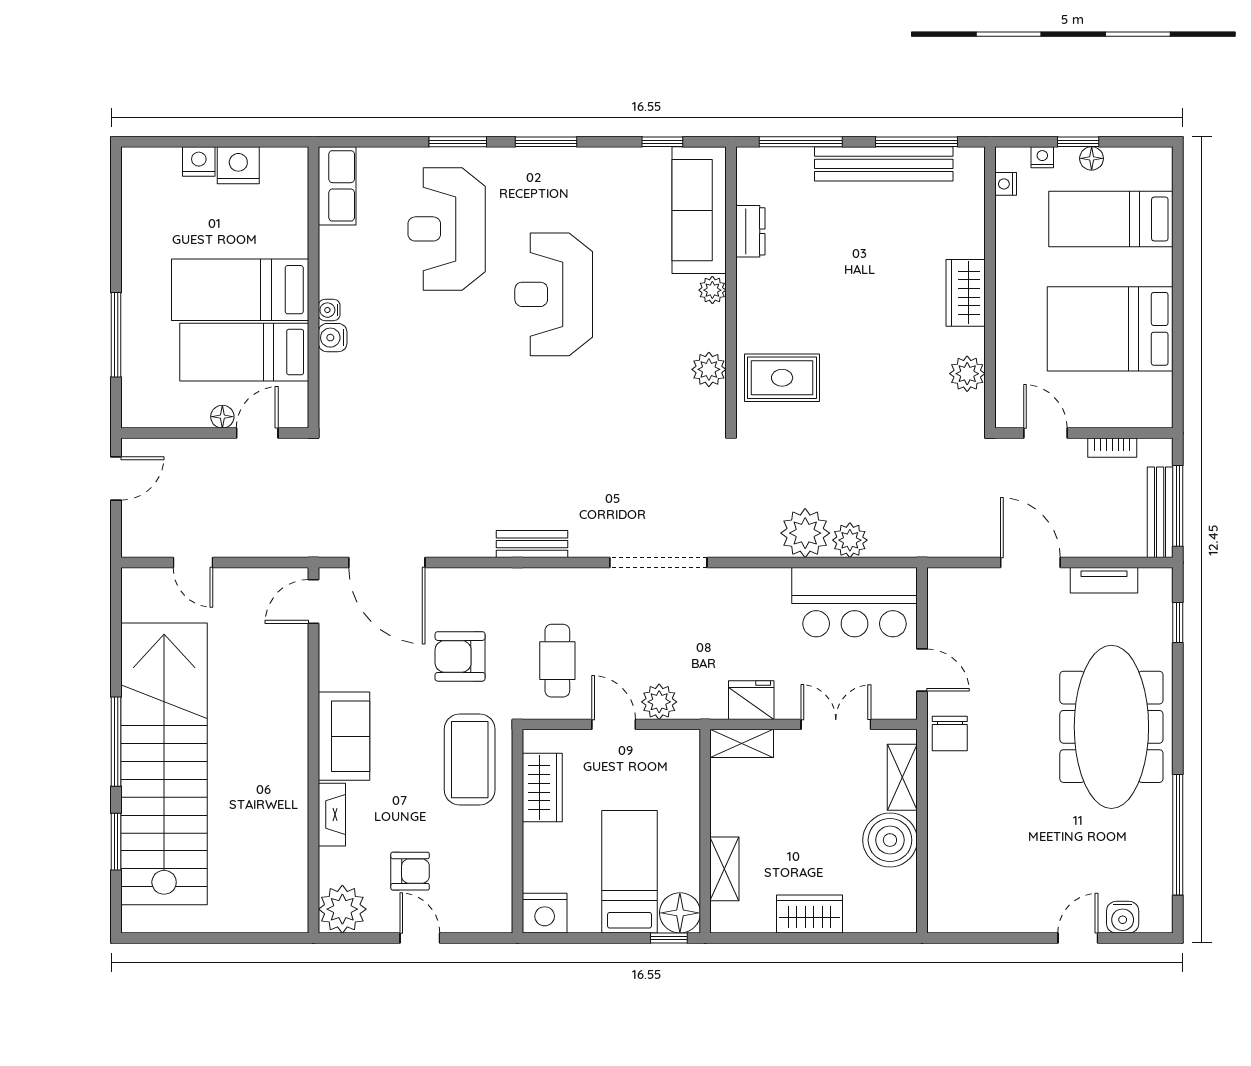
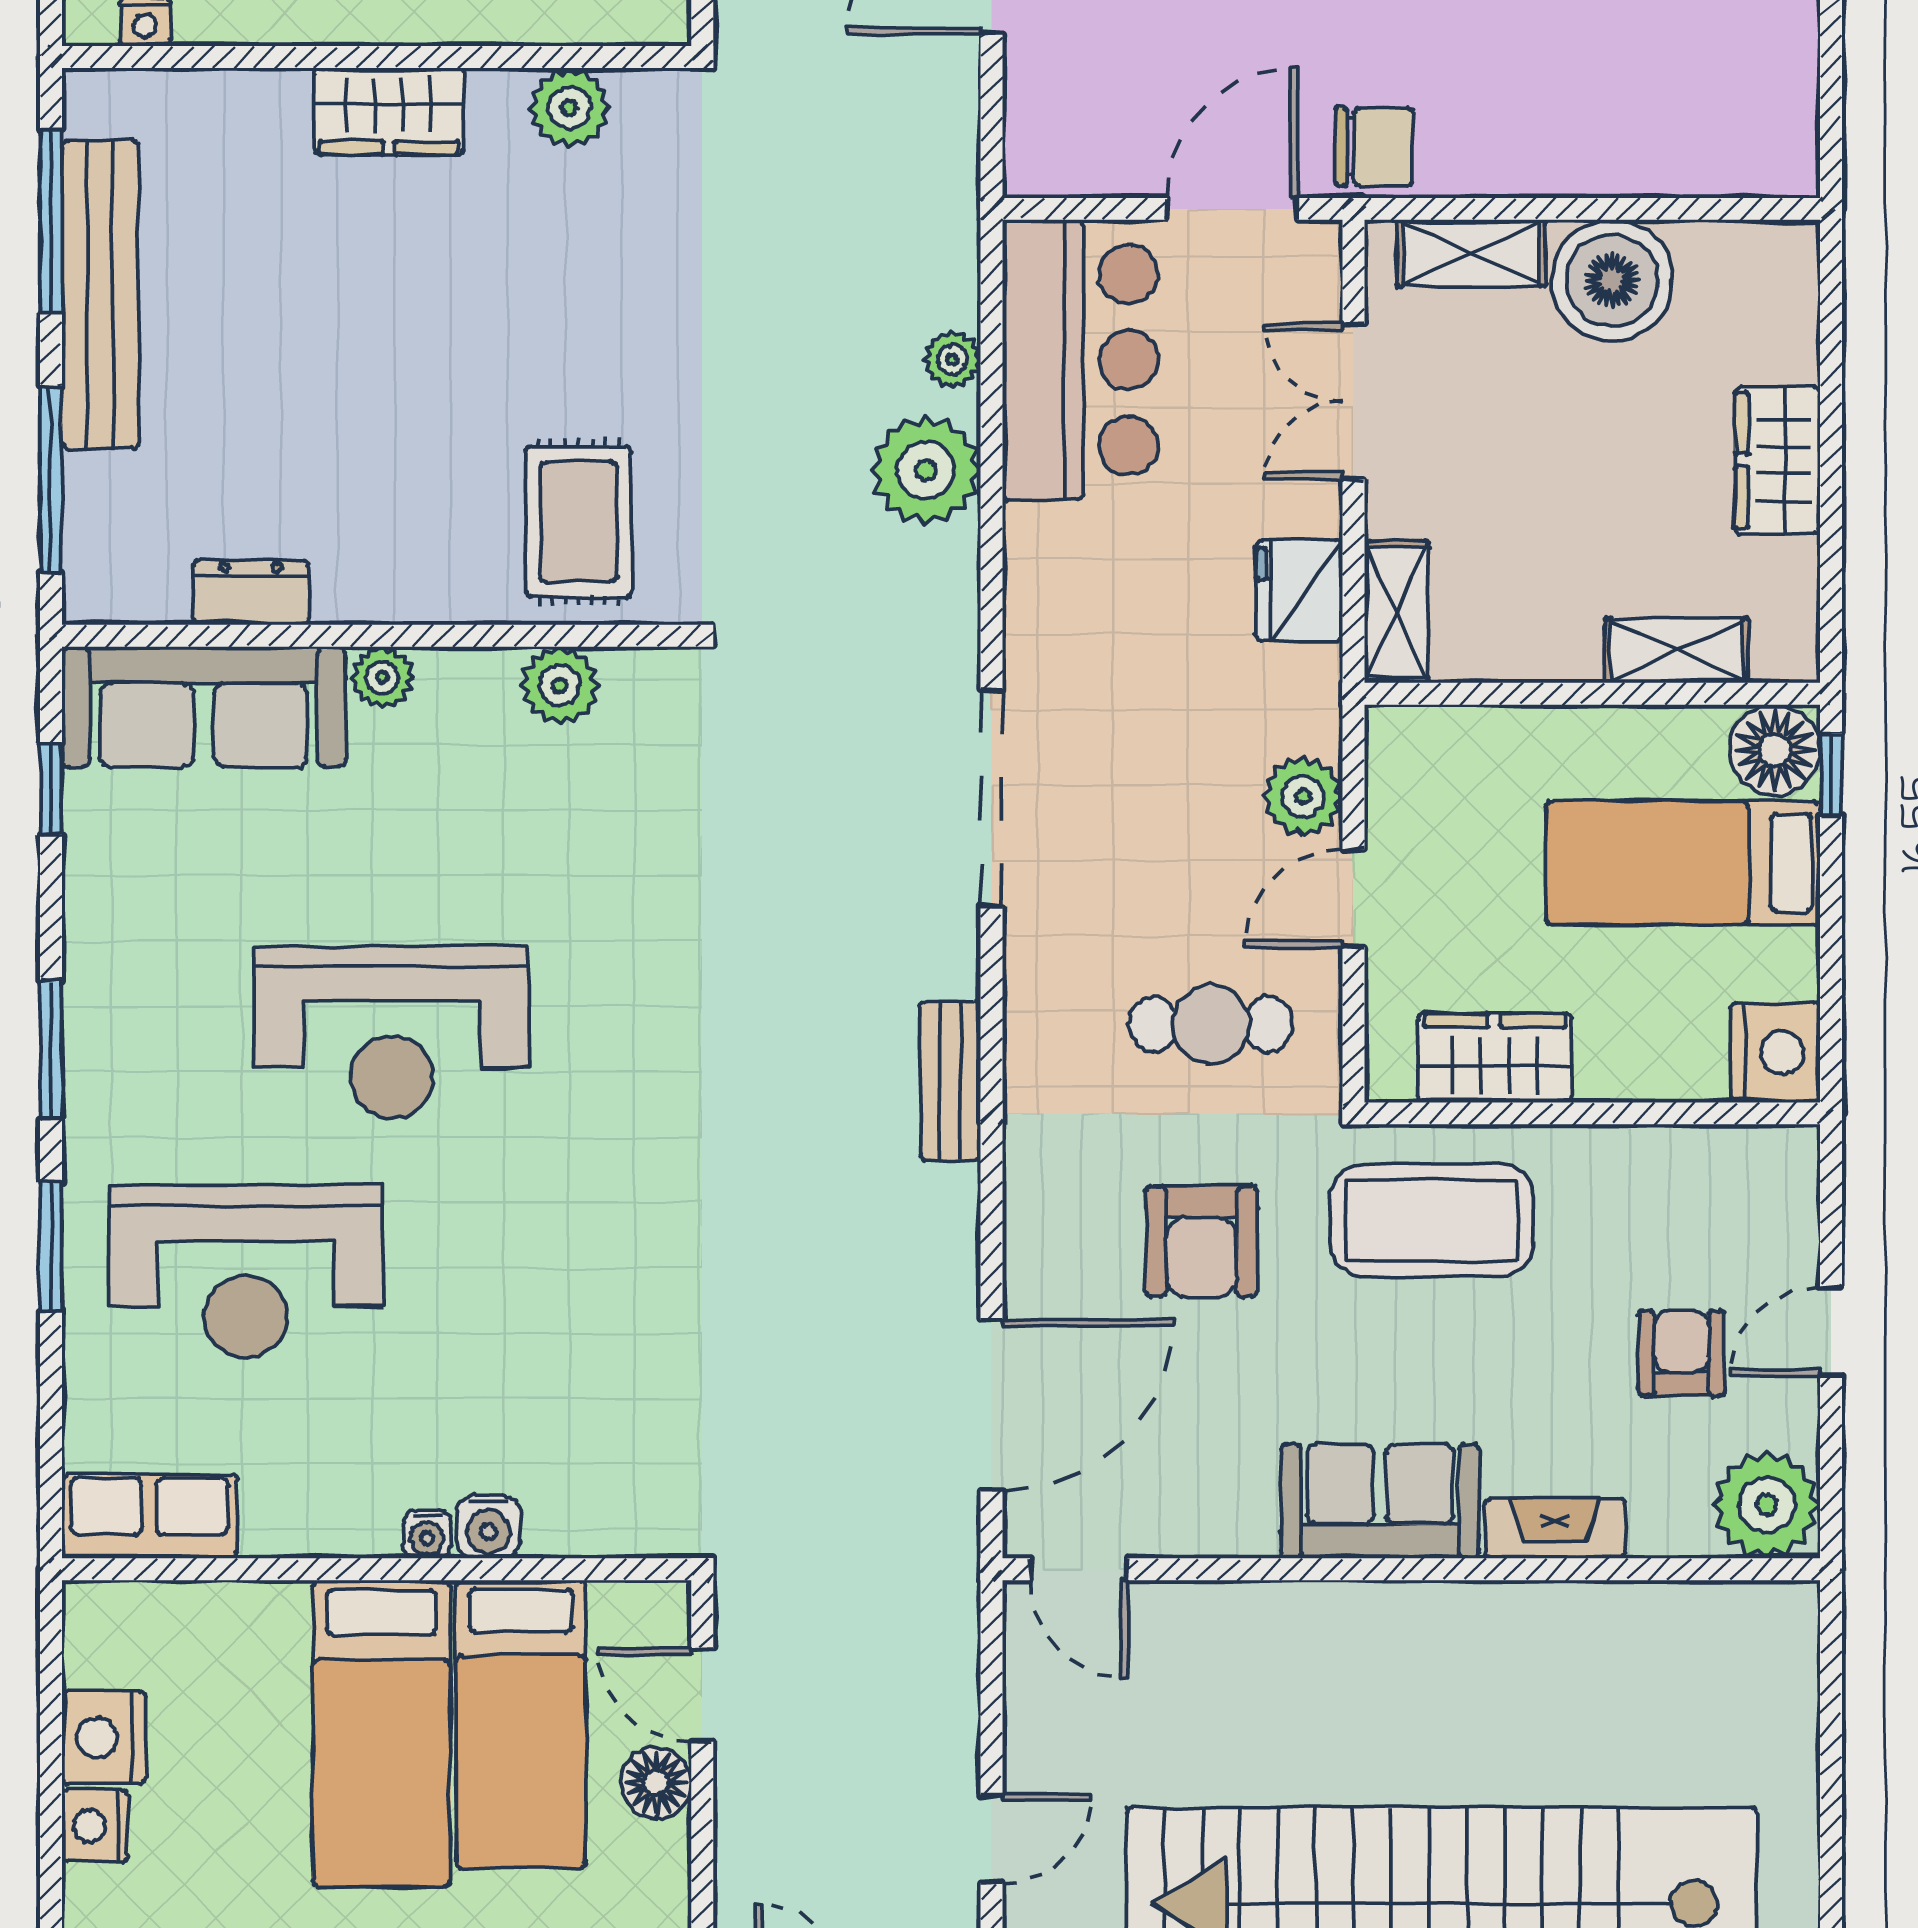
floor lamp: (222, 417) -> (656, 1783), width x1.37, depth x1.37
plant: (850, 540) -> (952, 360), width x0.73, depth x0.73
door: (922, 670) -> (1232, 209), width x1.38

